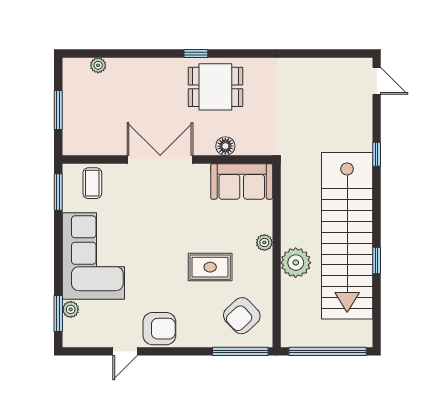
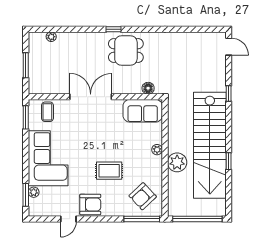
floor lamp: (225, 146) -> (148, 88), moved
rug: (210, 267) -> (109, 171), moved

